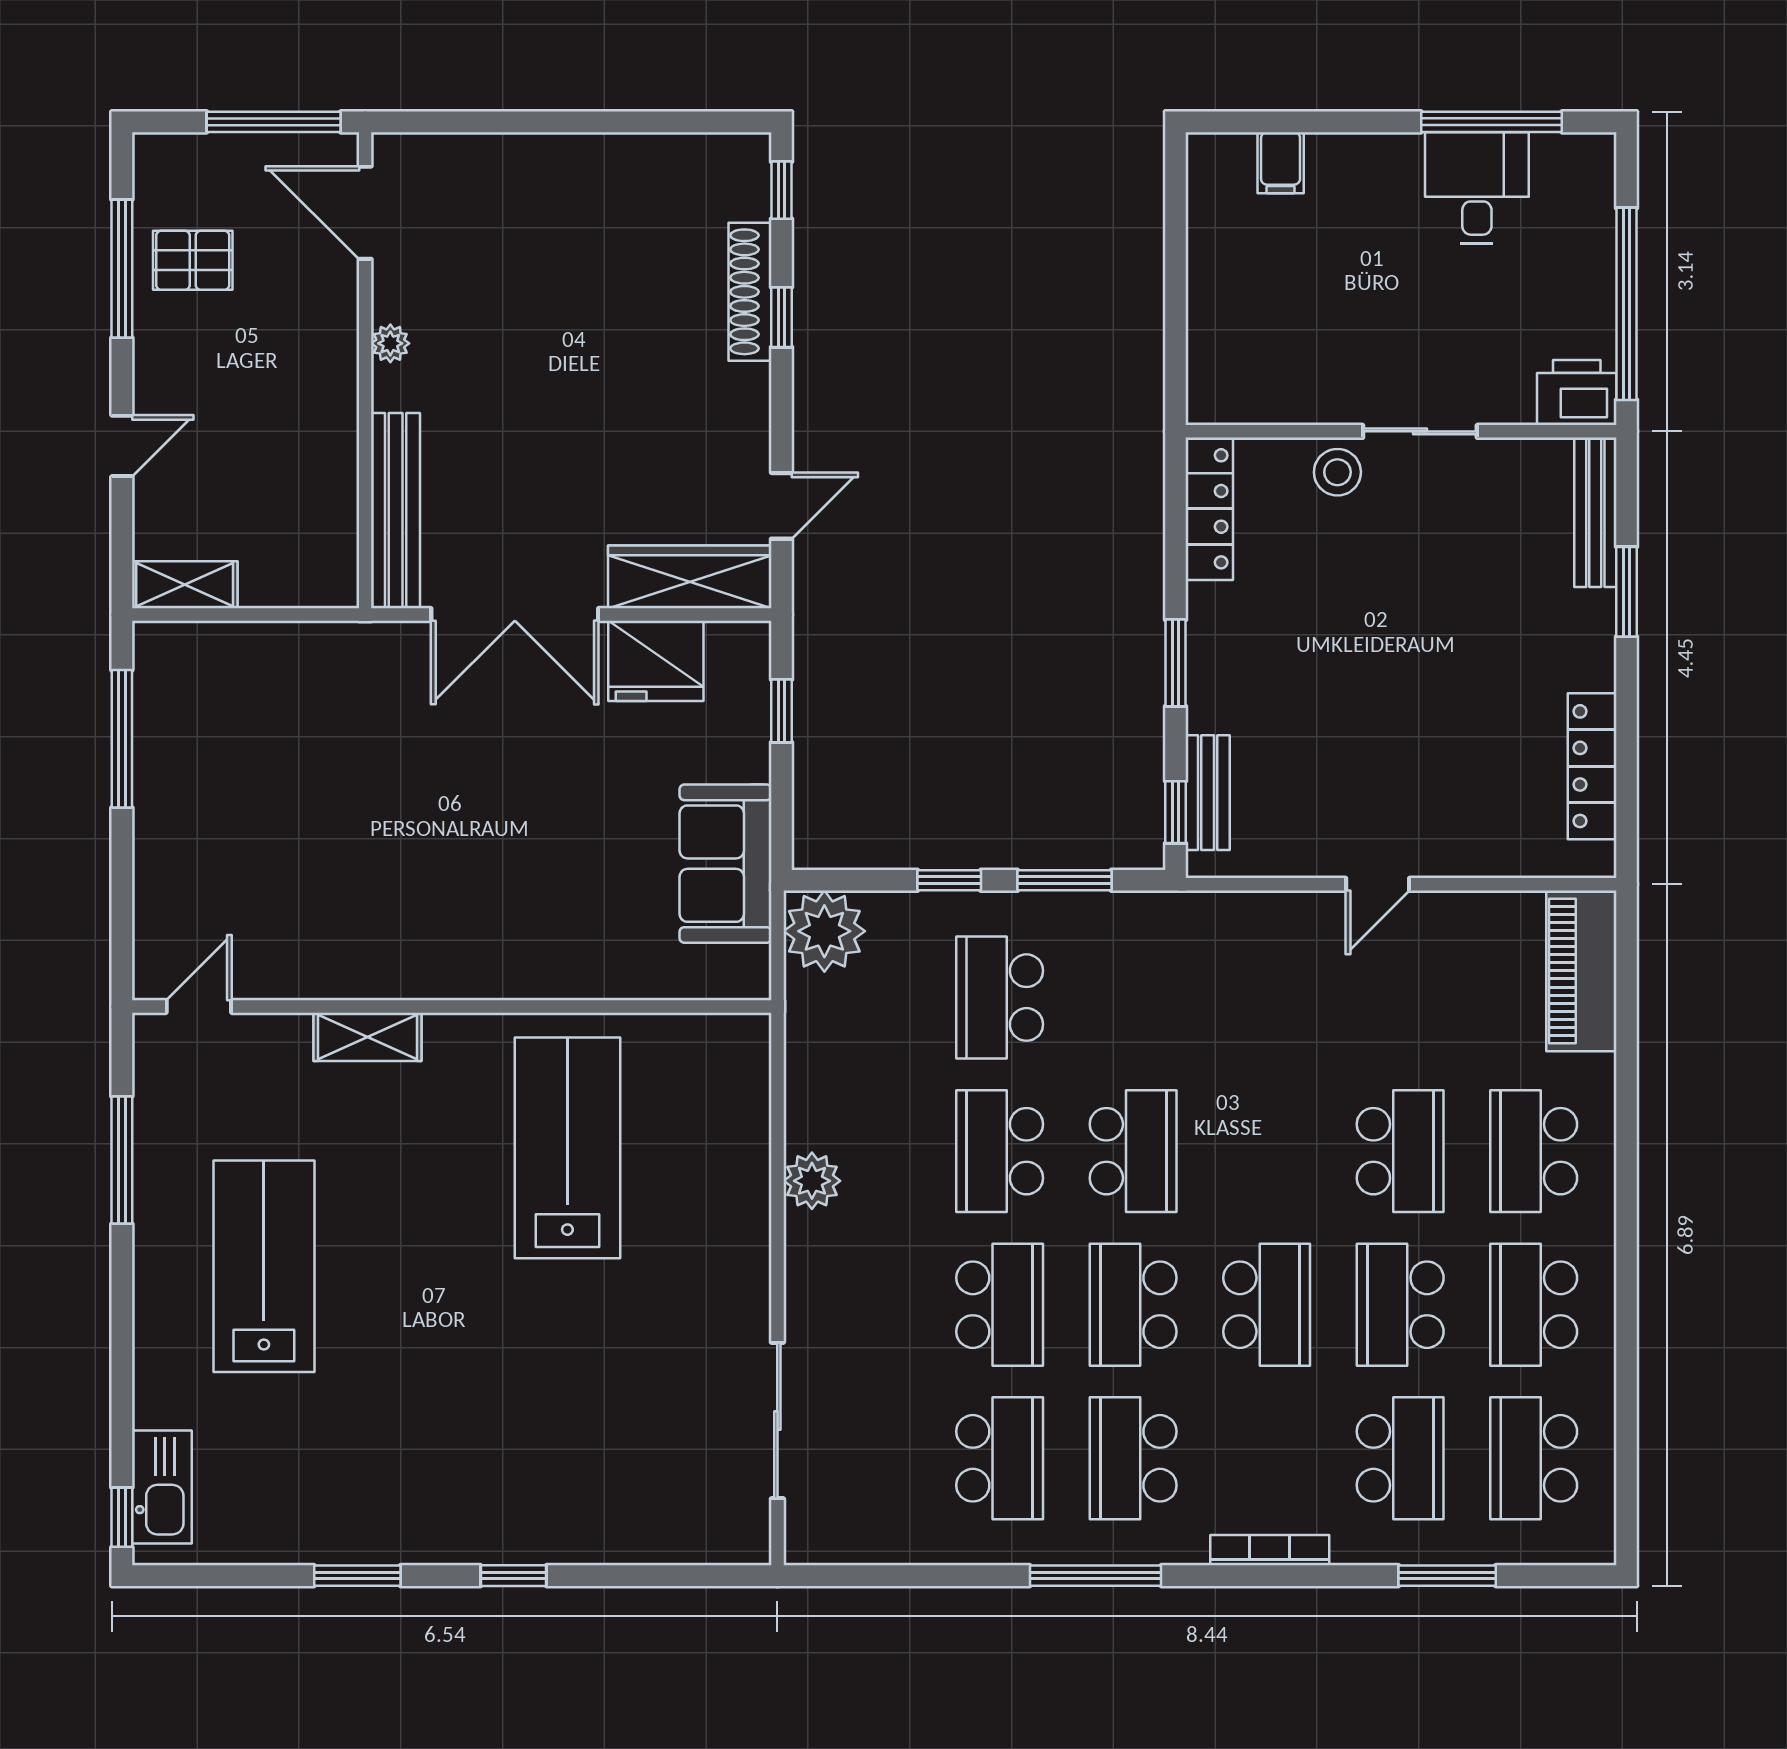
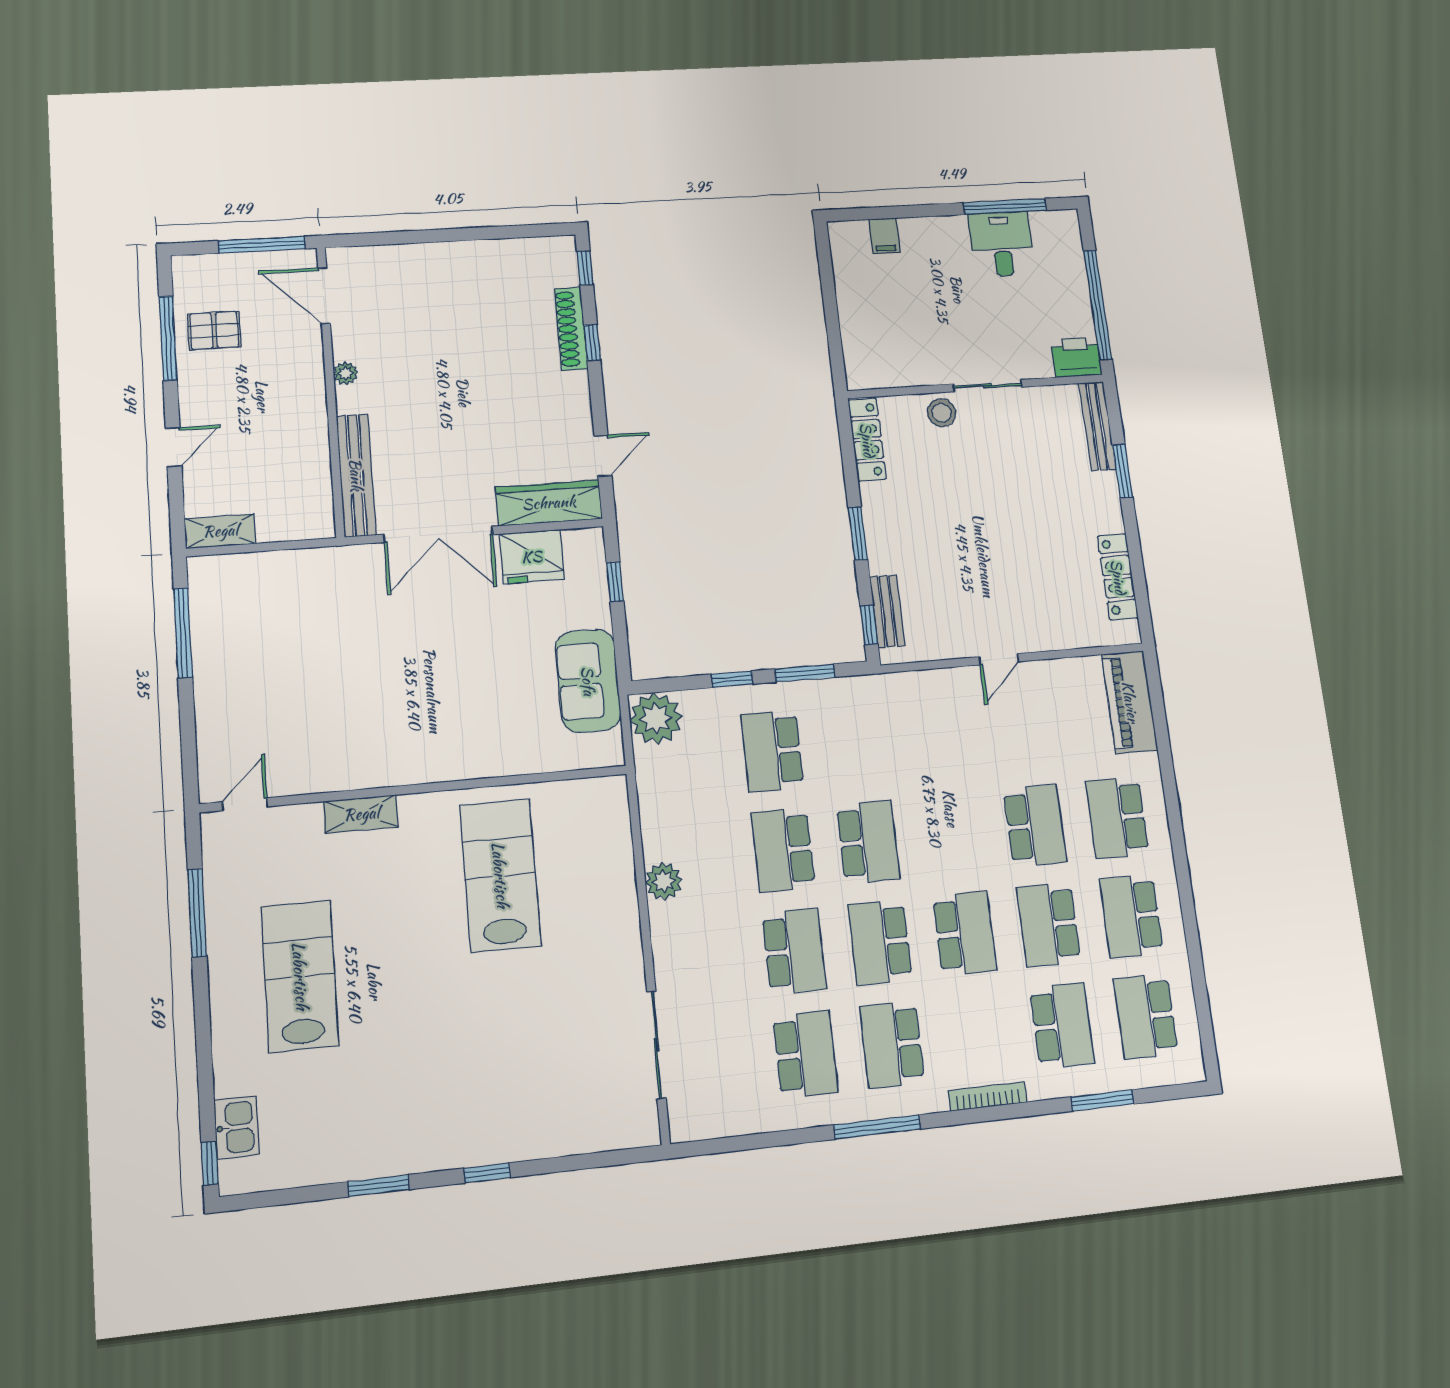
kitchen sink: (162, 1487) -> (237, 1127), width x0.73

